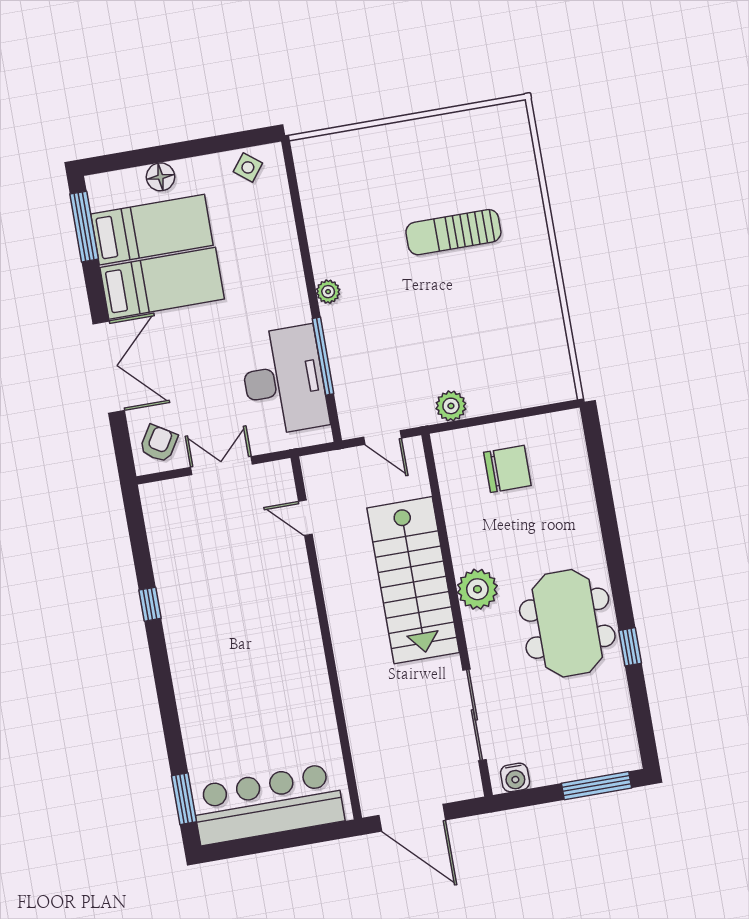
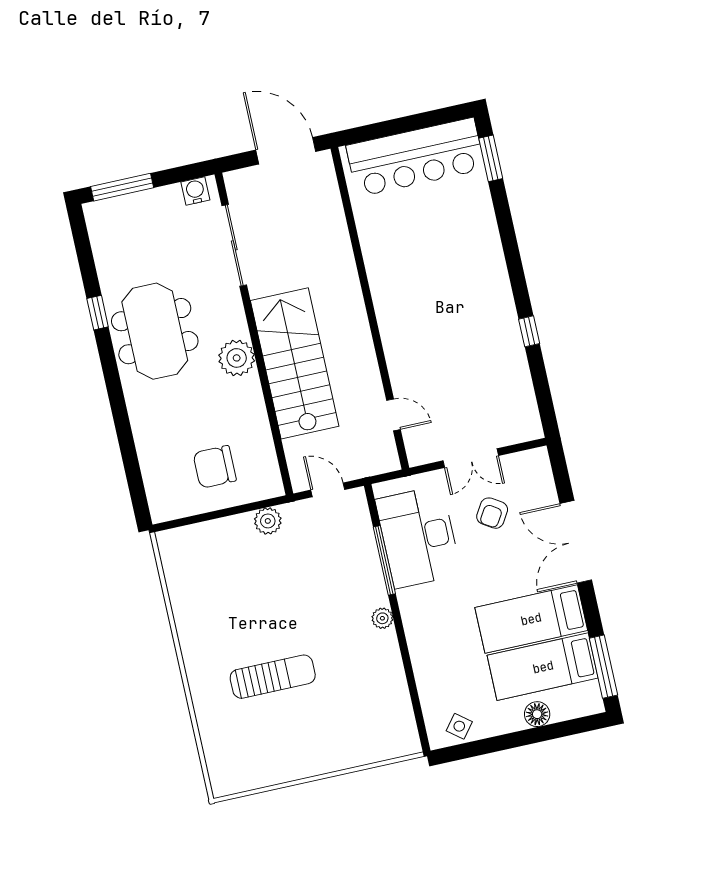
armchair: (159, 443) -> (492, 513), moved

